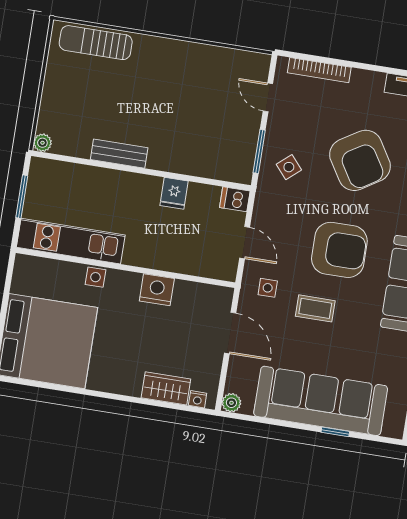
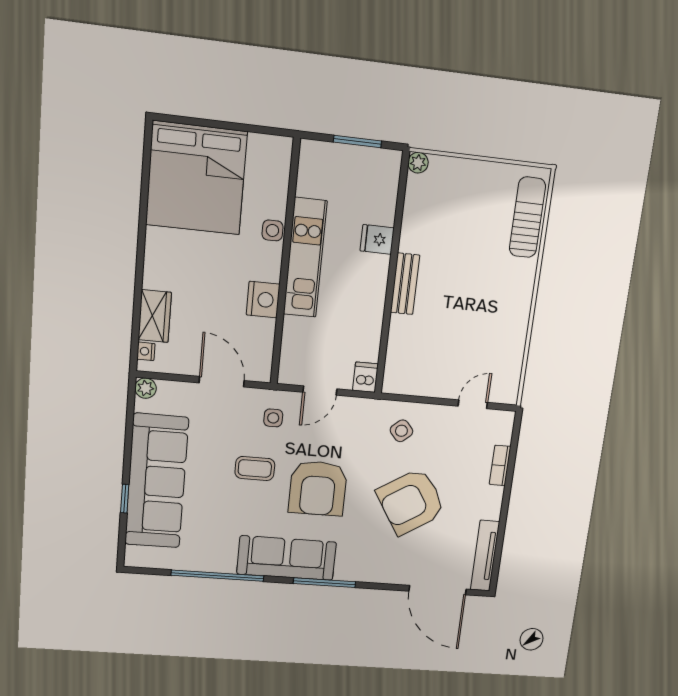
bookcase: (319, 70) -> (500, 465), width x0.64
window: (259, 151) -> (417, 399), removed
bench: (119, 154) -> (405, 284), moved
fridge: (174, 193) -> (377, 239), moved
kitchen unit: (71, 241) -> (305, 258), moved
coffee table: (315, 308) -> (255, 468), turned 90
door: (230, 333) -> (222, 382), swing flipped

